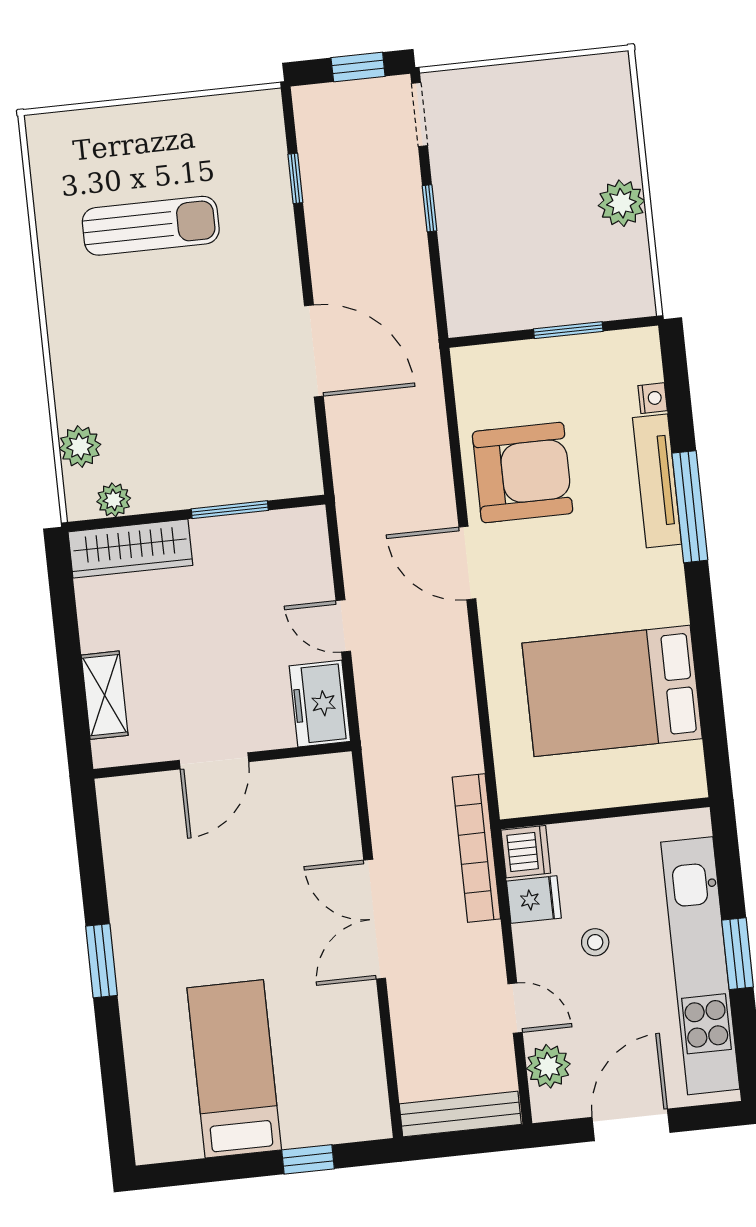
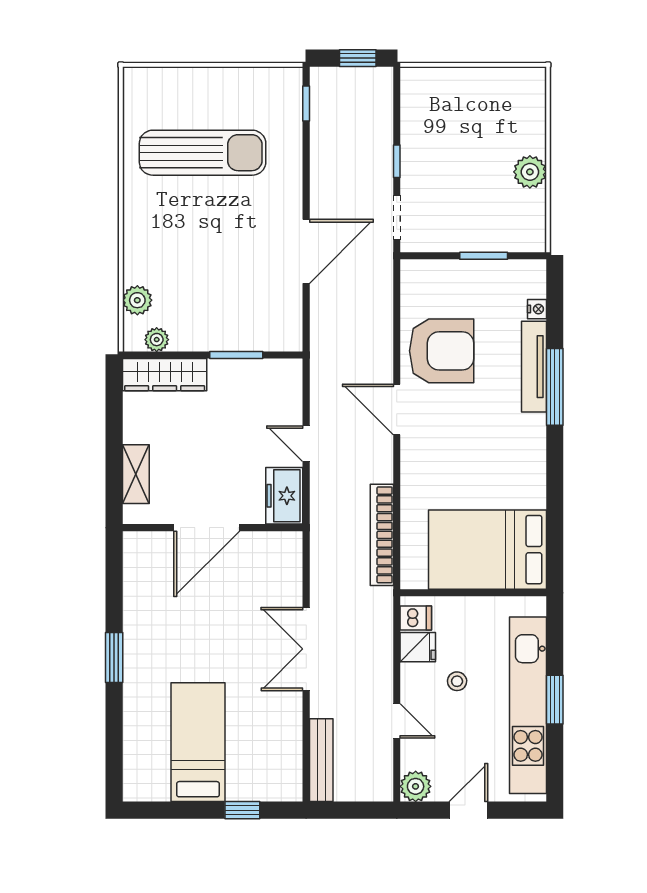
doorway: (420, 115) -> (397, 217), moved
window: (295, 178) -> (306, 103), moved
sun lounger: (151, 226) -> (203, 153), width x1.36, depth x1.34
door: (314, 351) -> (306, 251), hinge flipped
bed: (612, 691) -> (487, 550), moved
door: (214, 761) -> (207, 528), width x1.36
bookcase: (476, 848) -> (382, 535), moved
dishwasher: (526, 852) -> (416, 618), width x0.73
plant: (548, 1066) -> (416, 786), moved
bench: (460, 1114) -> (321, 760), moved, turned 90
door: (631, 1125) -> (468, 810), width x0.73

